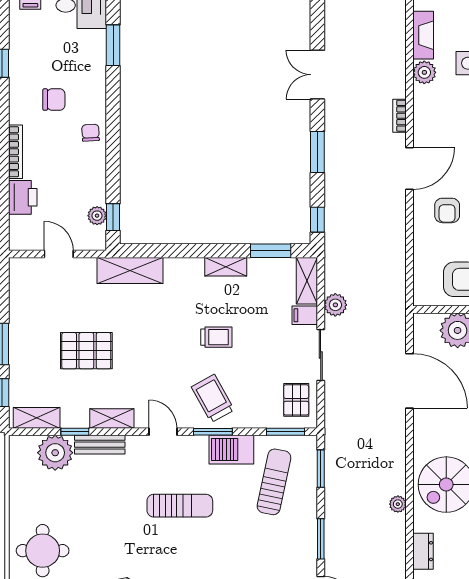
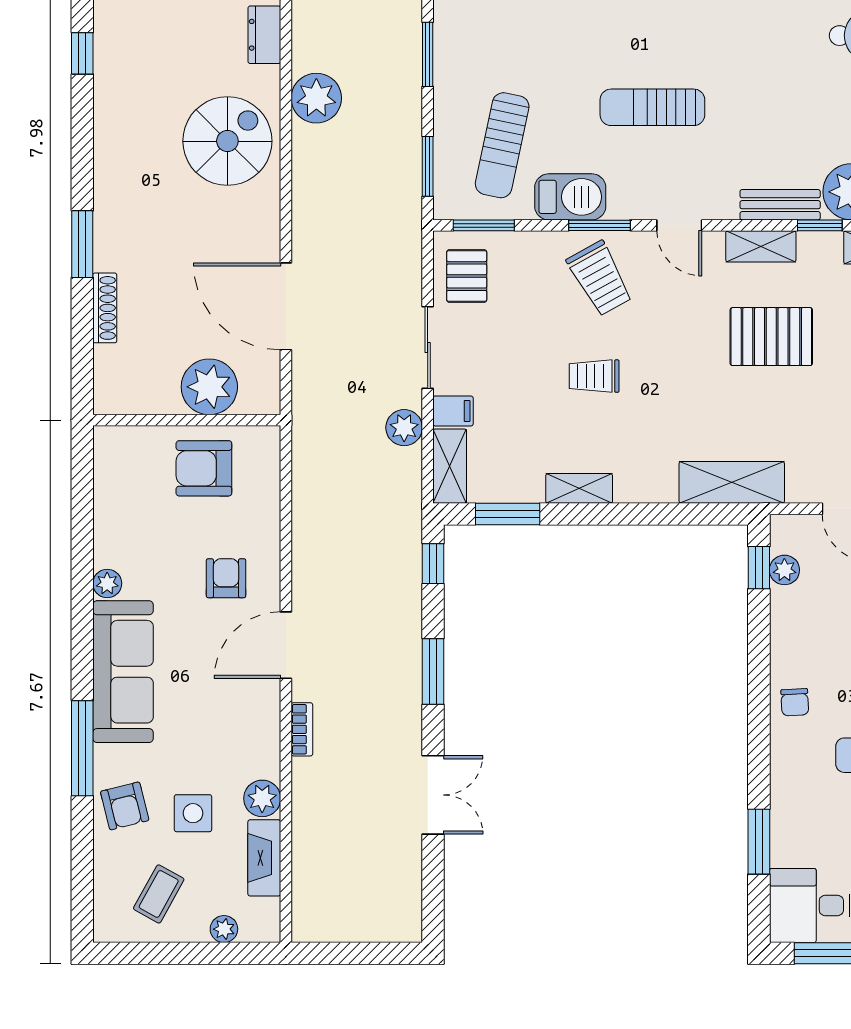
pallet: (86, 351) -> (771, 337), moved
plant: (398, 504) -> (316, 98), width x1.88, depth x1.88

